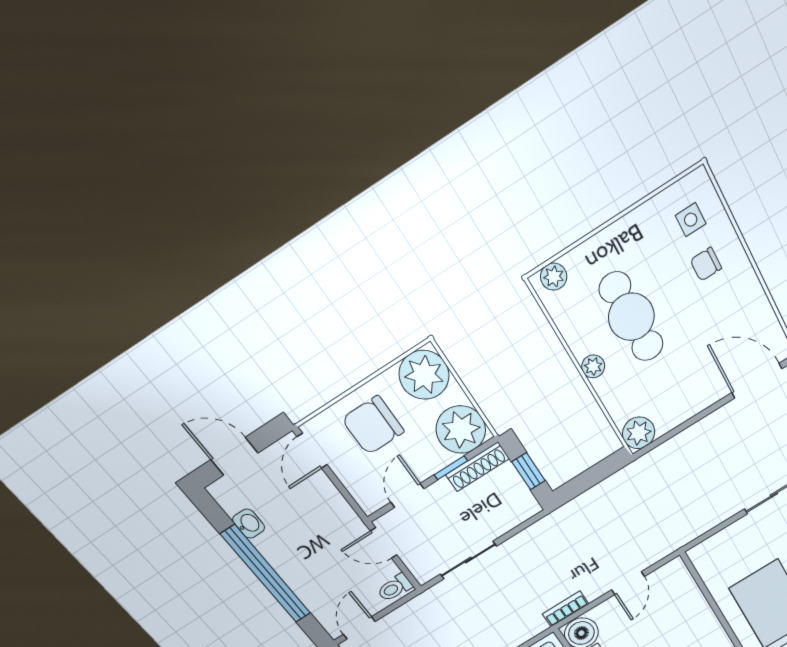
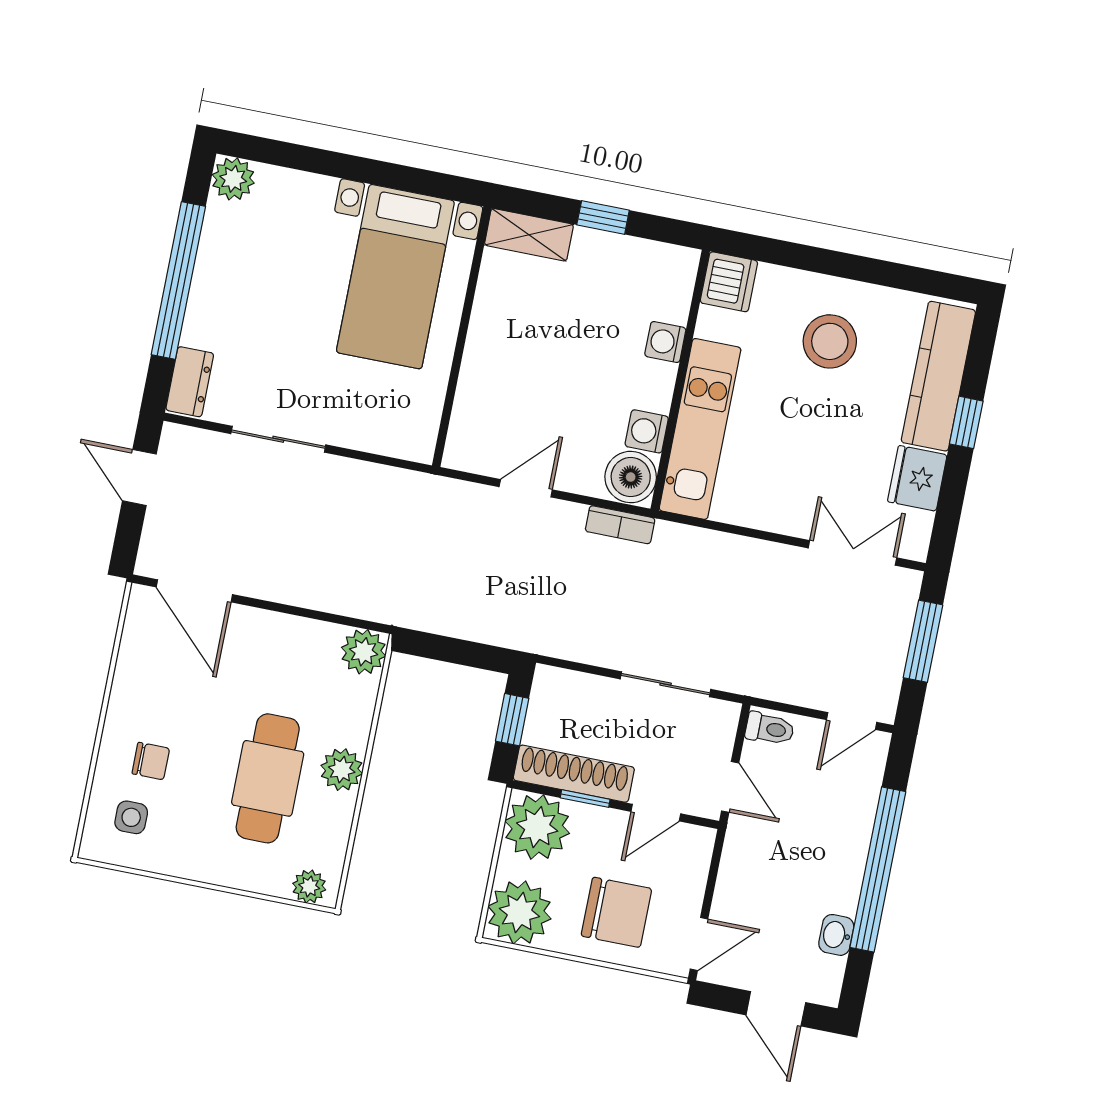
plant: (593, 366) -> (342, 770), width x1.38, depth x1.38
shoe rack: (478, 467) -> (574, 774), width x1.36, depth x1.24

